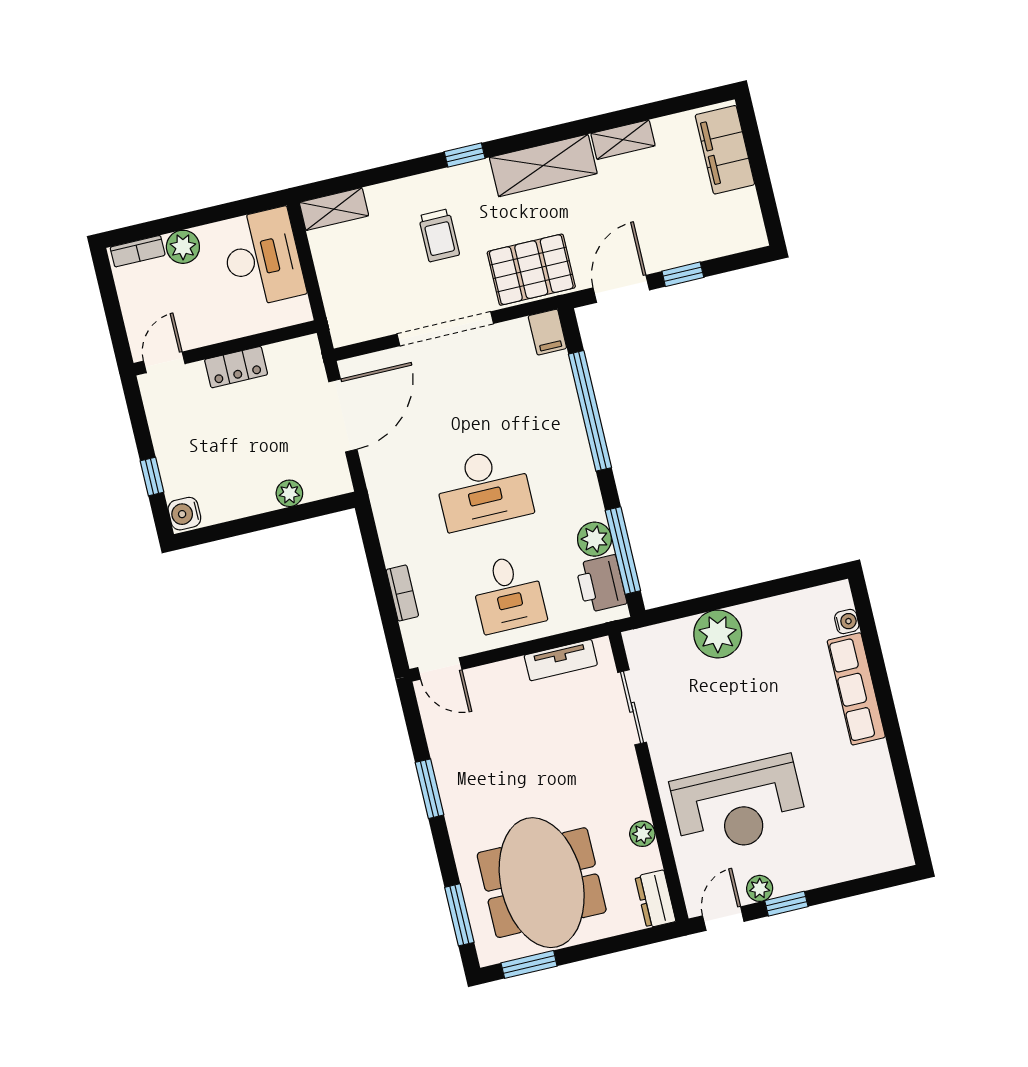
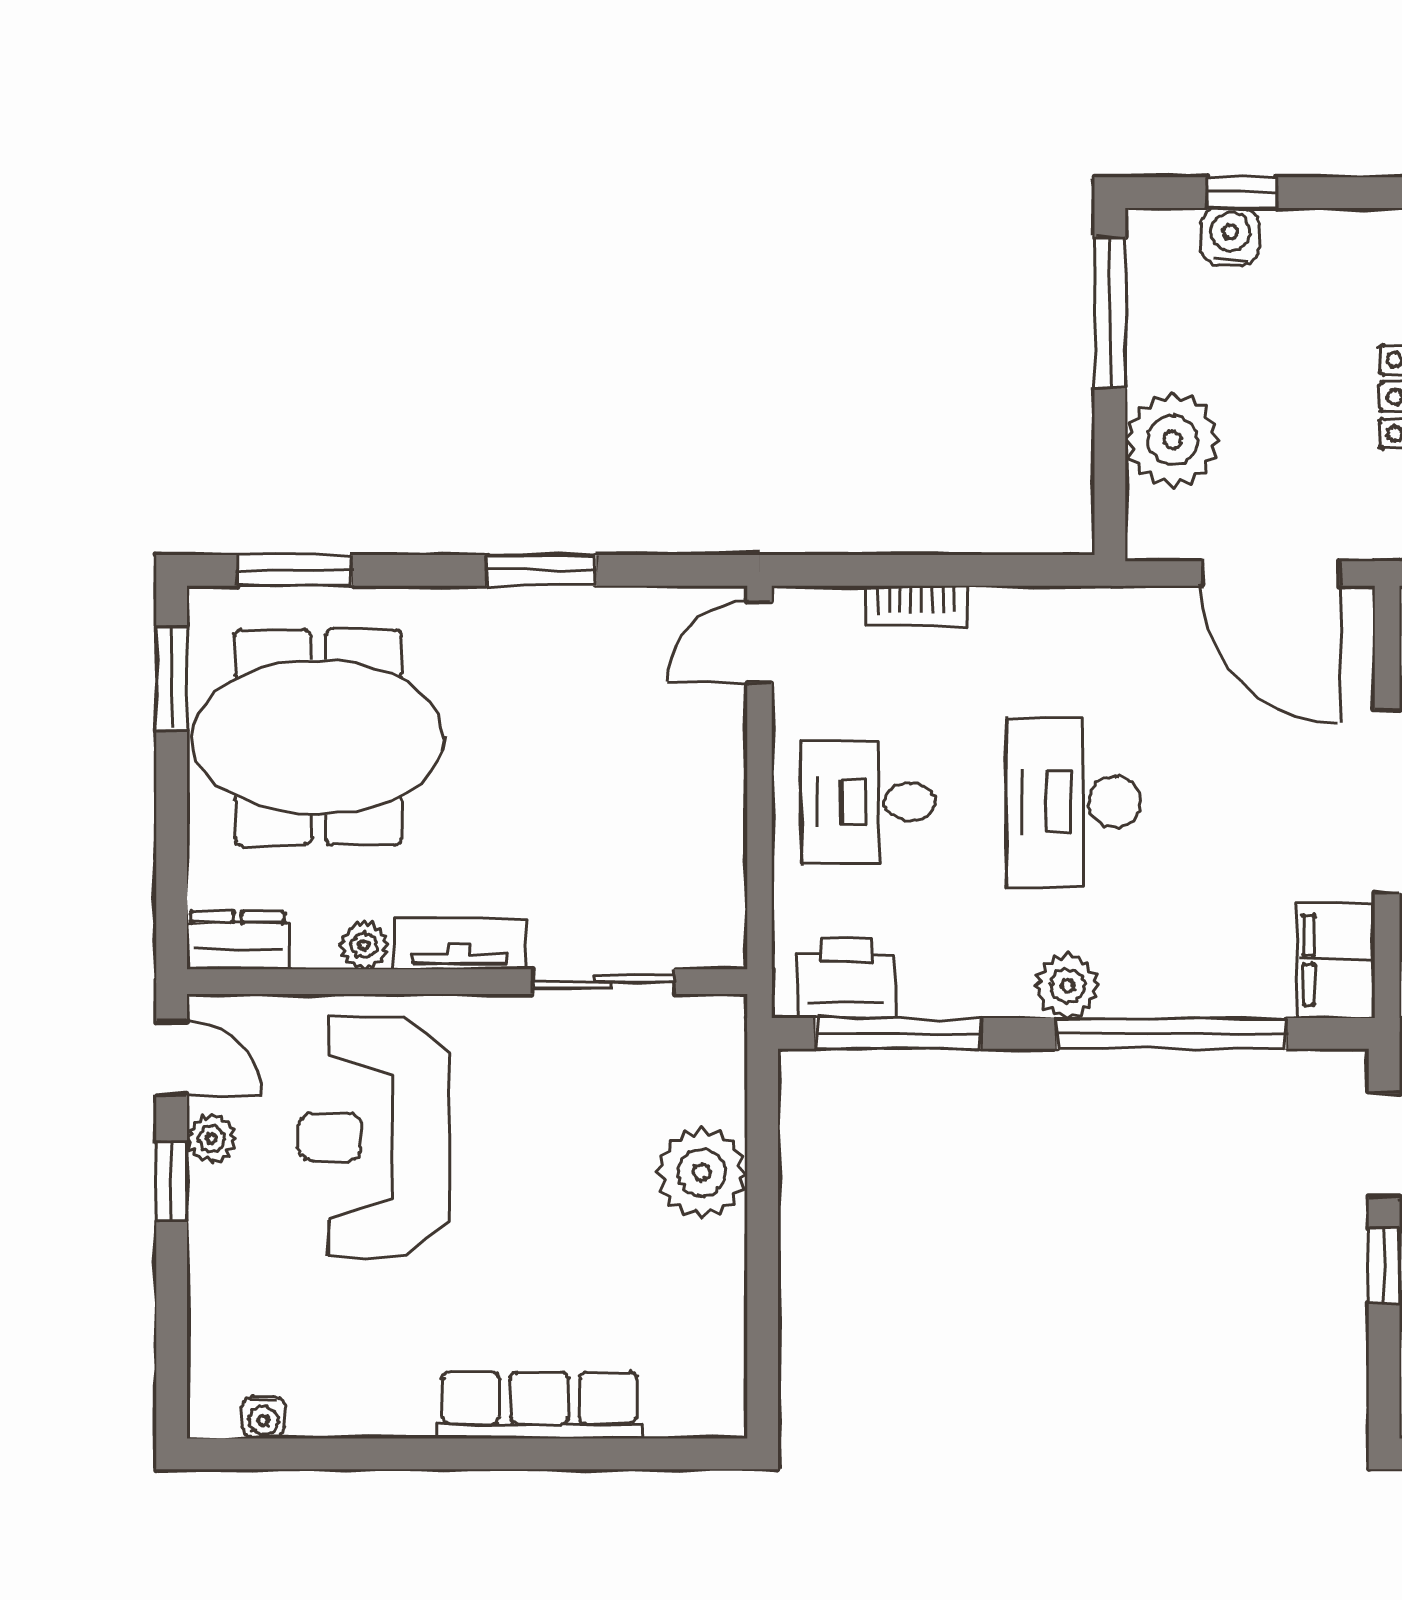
filing cabinet: (547, 332) -> (1336, 960), width x2.00
plant: (289, 493) -> (1172, 440), width x1.88, depth x1.88
water cooler: (184, 514) -> (1230, 237), moved
window: (229, 529) -> (1110, 313), added
plant: (595, 539) -> (1067, 986), moved
water cooler: (847, 622) -> (263, 1417), moved
tv unit: (561, 660) -> (459, 944), moved, turned 90

